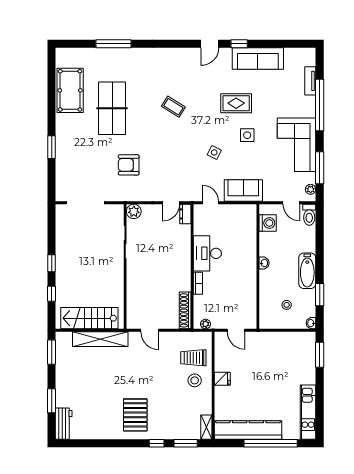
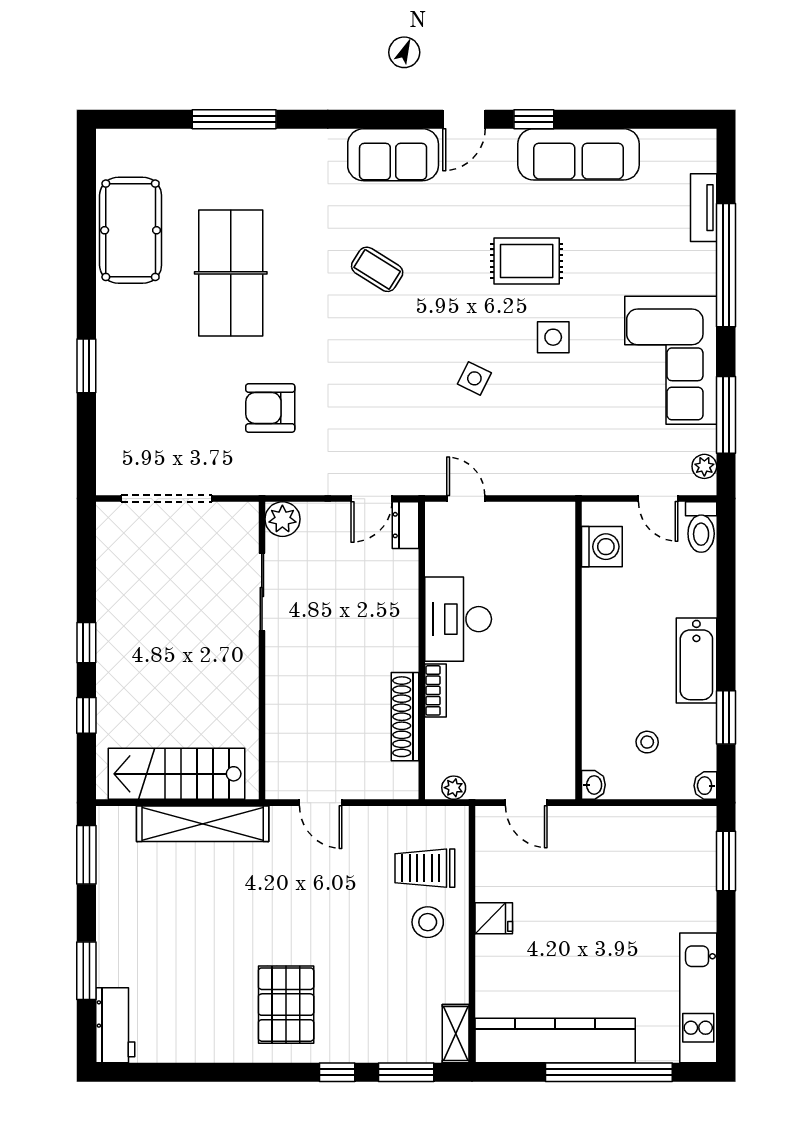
sofa: (243, 191) -> (393, 155), moved, turned 180
washbasin: (264, 263) -> (593, 785), moved
shoe rack: (185, 310) -> (405, 717), moved

